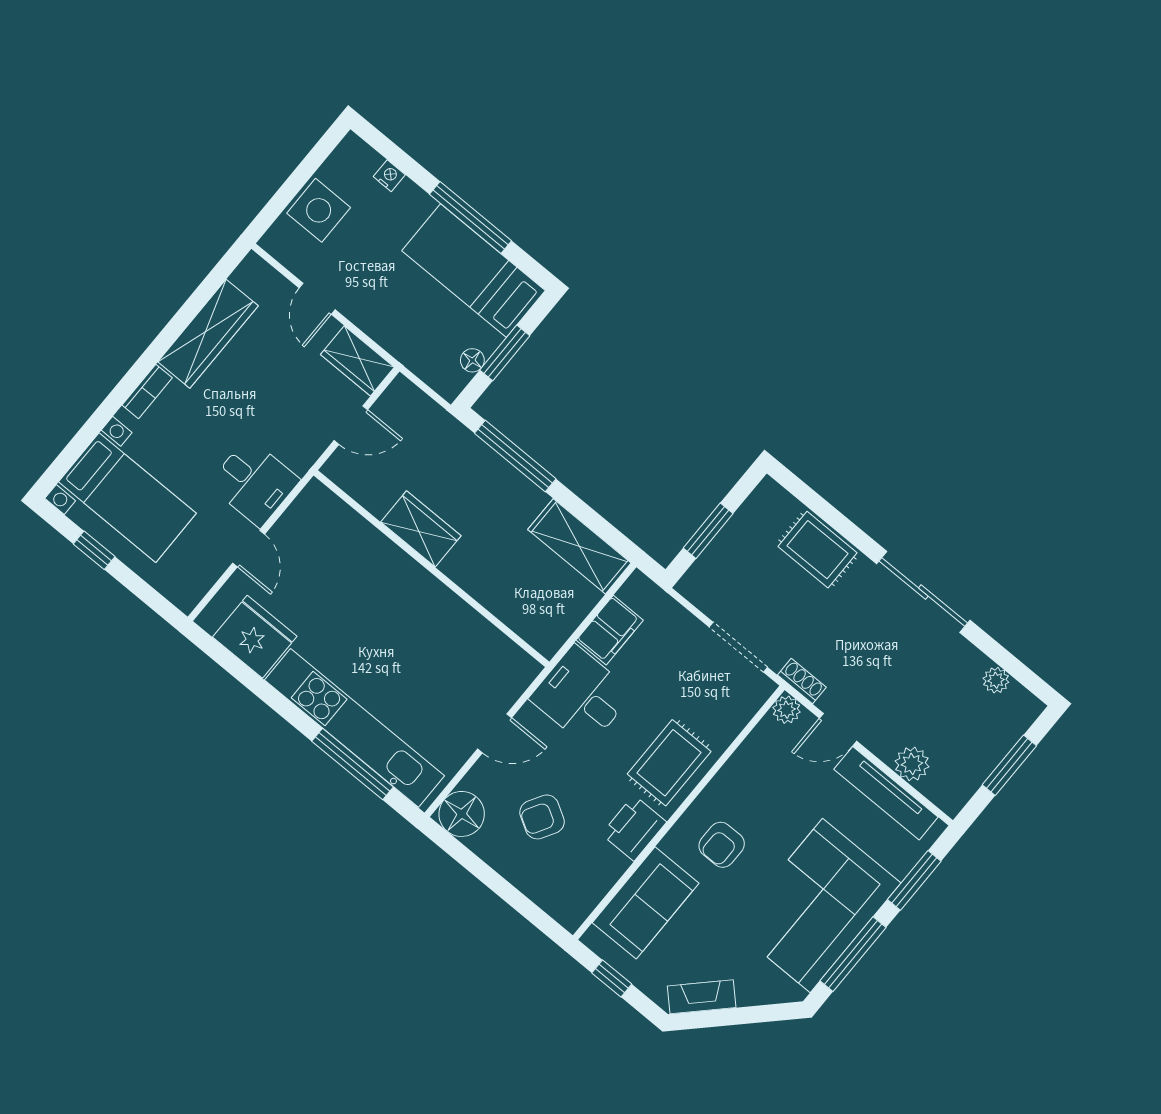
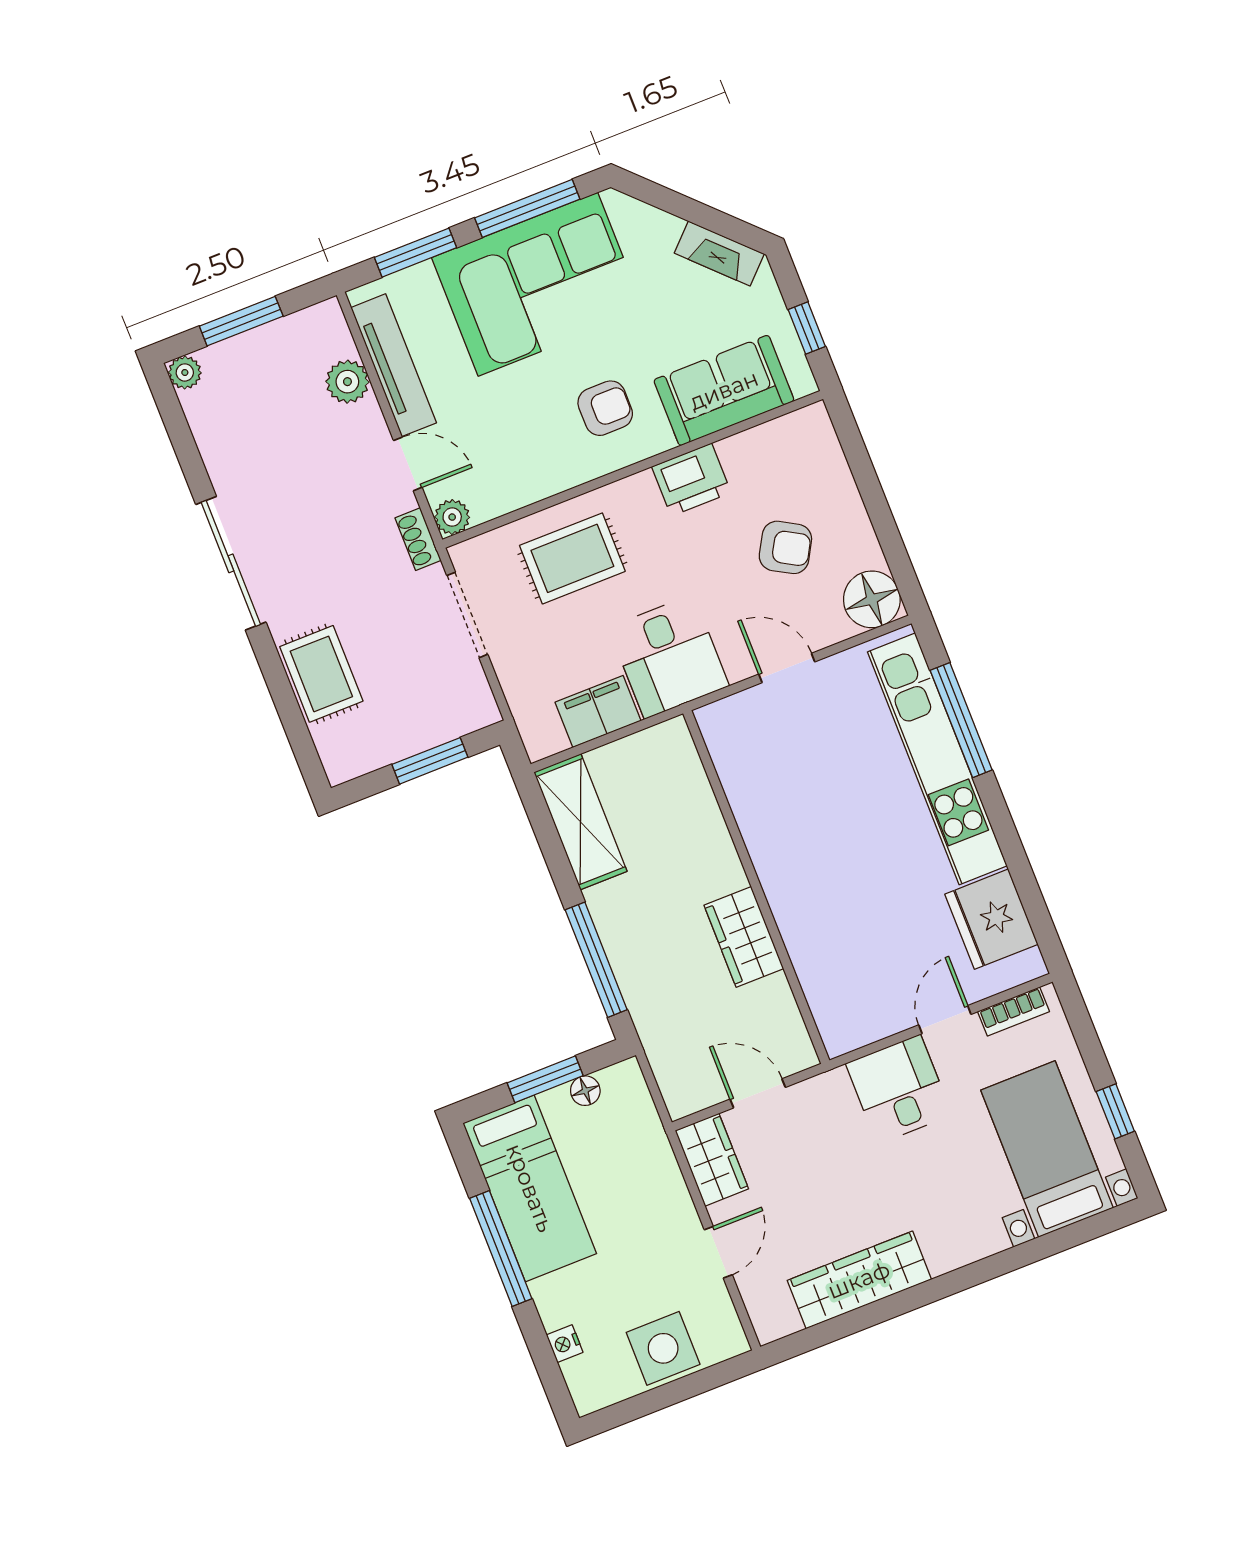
bookcase: (147, 391) -> (1014, 1011), moved, turned 180
plant: (996, 680) -> (185, 372), moved
rug: (669, 763) -> (572, 558), moved

